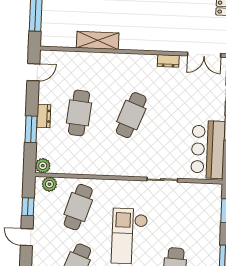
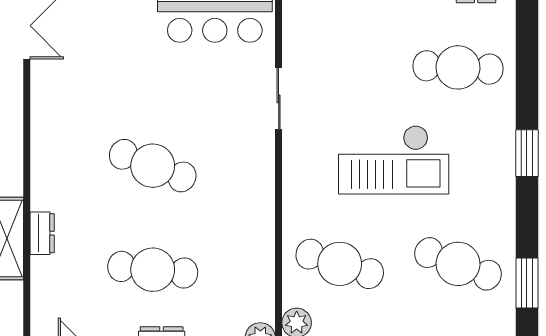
dresser: (168, 61) -> (42, 233), moved

